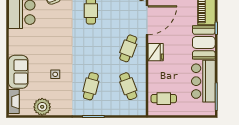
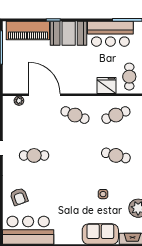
fridge: (156, 52) -> (106, 85), moved

